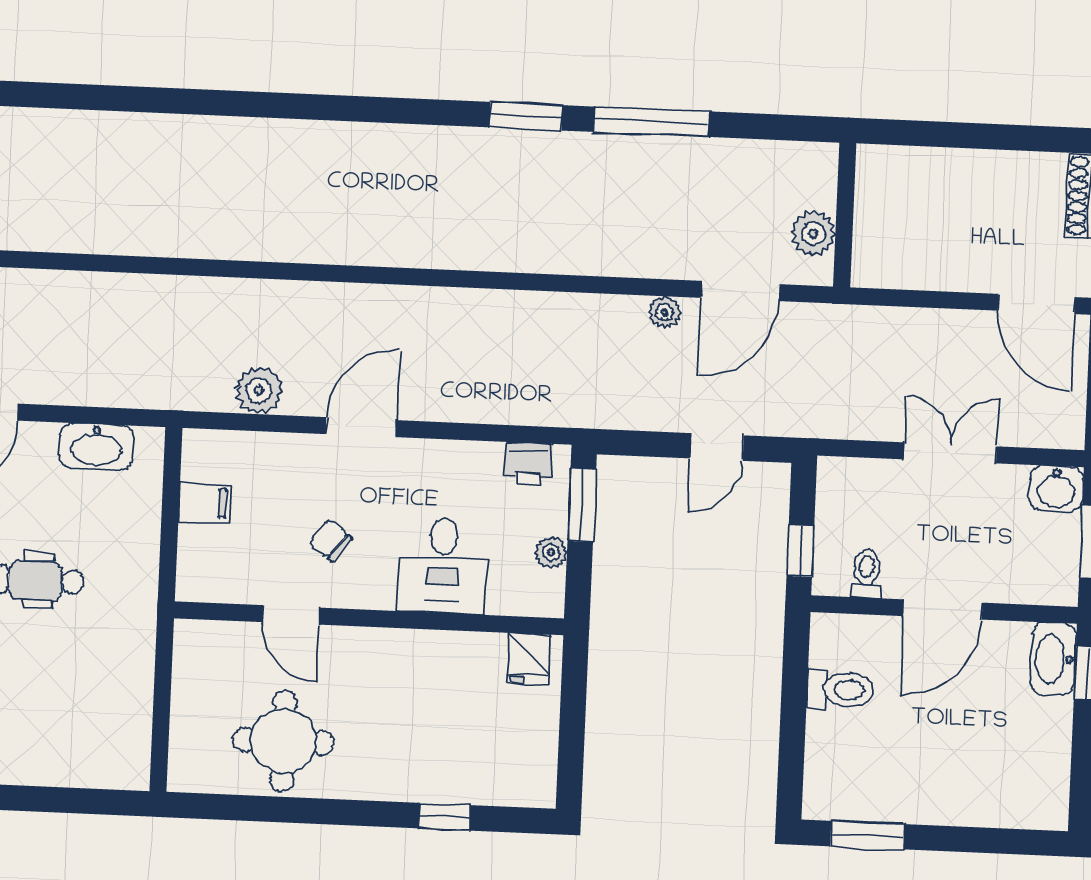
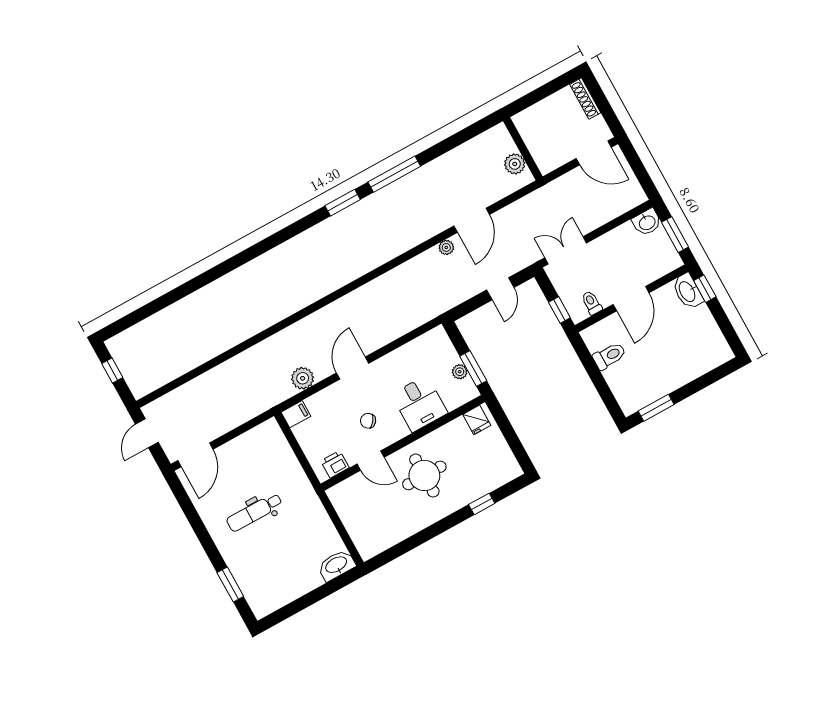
wall: (845, 215) -> (523, 149), moved
plant: (813, 234) -> (515, 164), moved
washbasin: (96, 447) -> (336, 565), moved, turned 180
double door: (950, 453) -> (566, 250), moved
printer: (528, 464) -> (335, 464), moved, turned 180
filing cabinet: (205, 503) -> (296, 414), moved
window: (582, 505) -> (473, 368), moved
round table: (283, 741) -> (424, 475), moved

